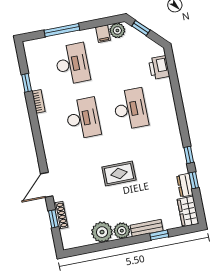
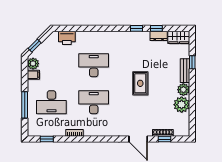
desk: (72, 64) -> (51, 102), turned 180
window: (27, 83) -> (47, 139), moved

